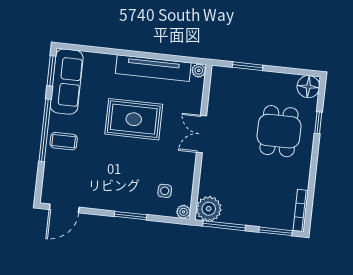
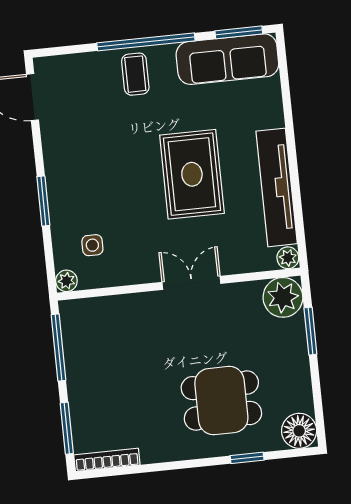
plant: (209, 209) -> (283, 297), moved

